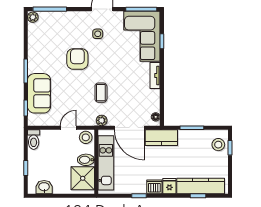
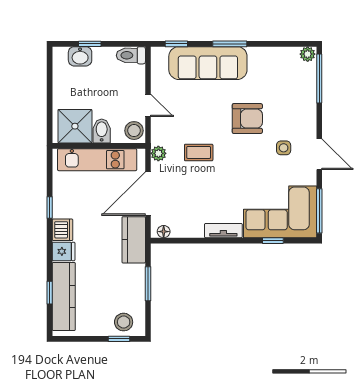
sofa: (39, 93) -> (208, 63), width x1.36
washbasin: (44, 187) -> (80, 56), moved, turned 90

